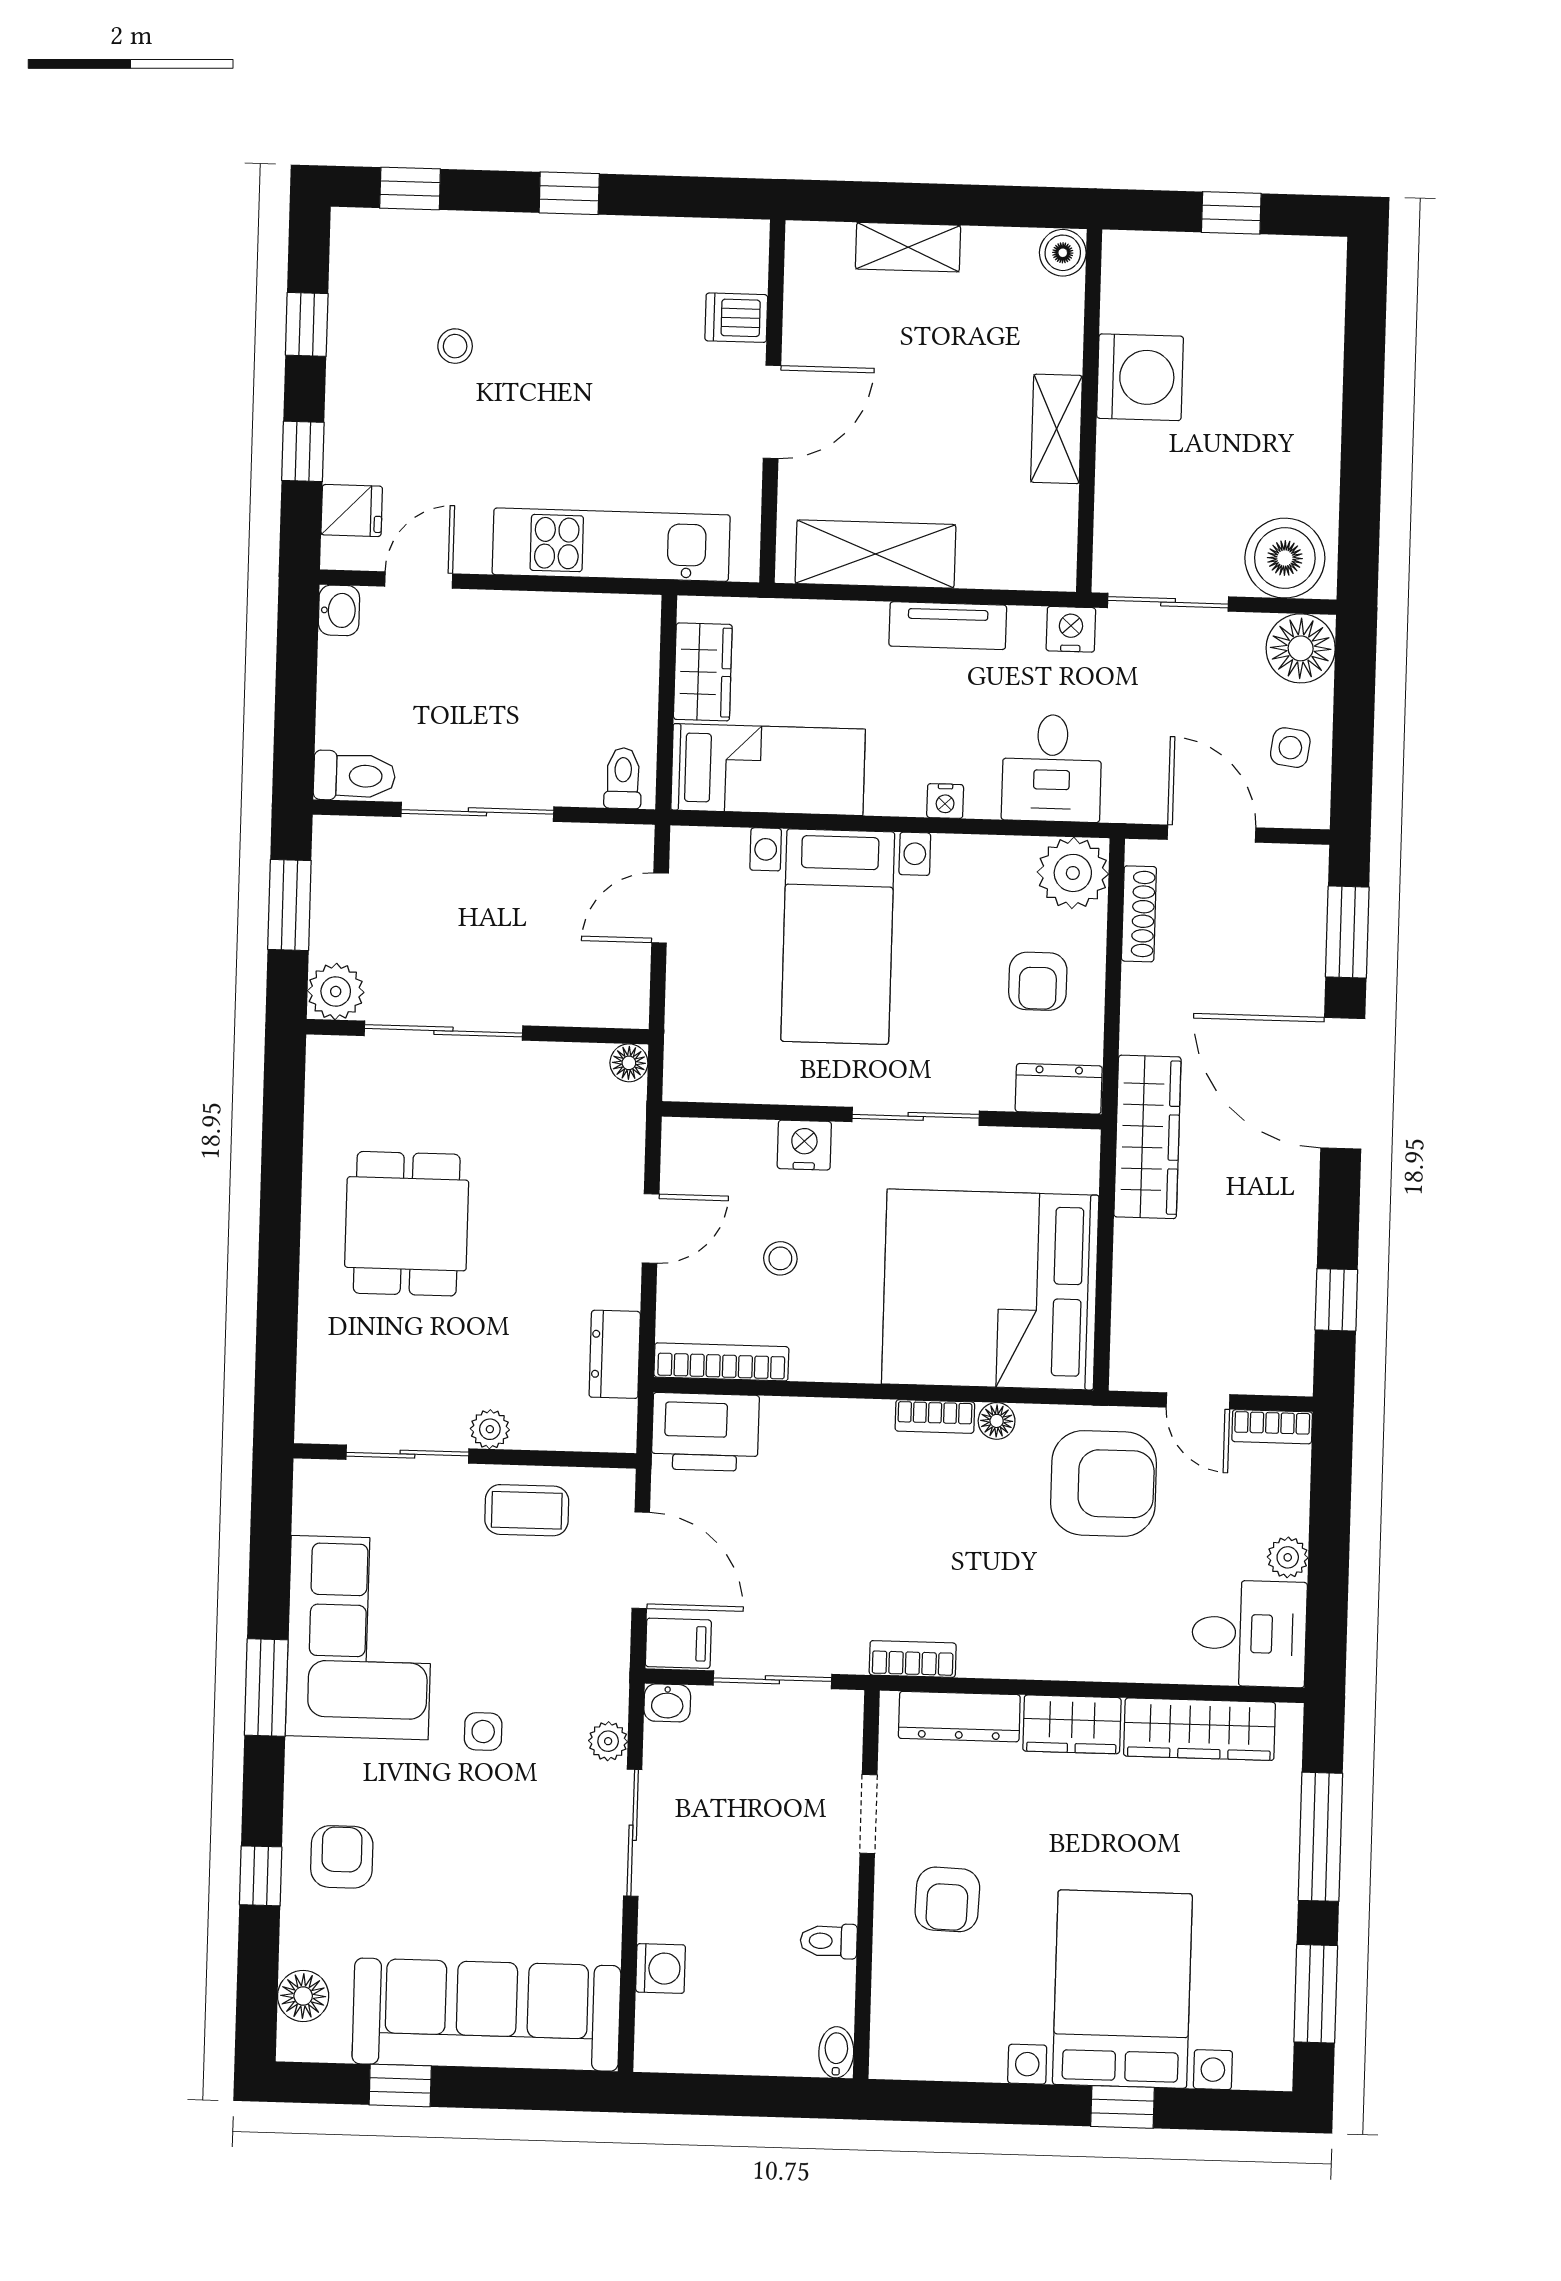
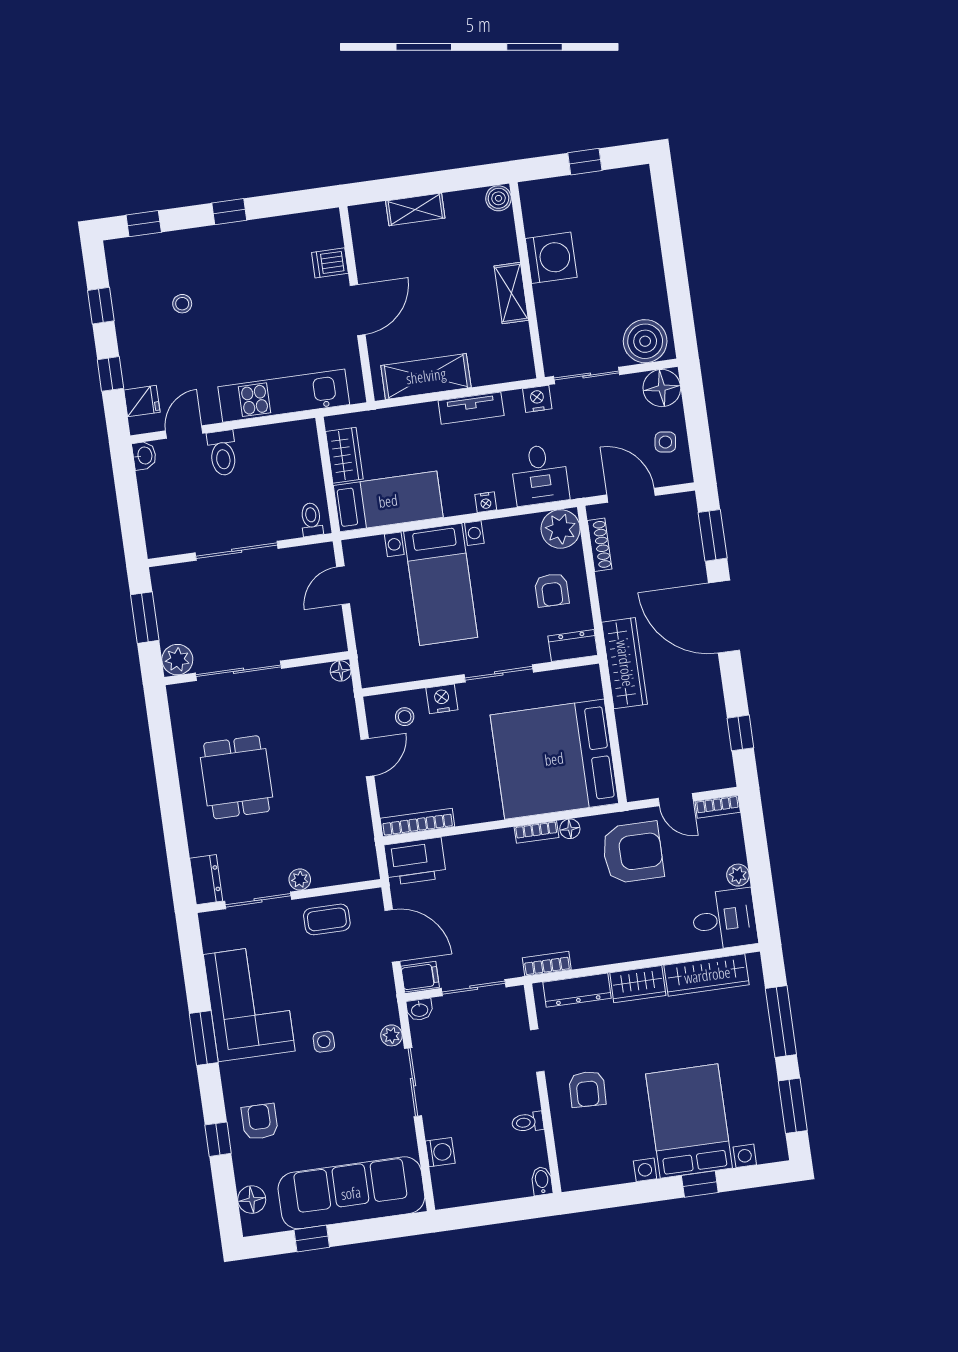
toilet: (354, 776) -> (222, 453), moved, turned 90
stool: (780, 1258) -> (405, 717), moved
dresser: (615, 1354) -> (206, 880), moved, turned 180

